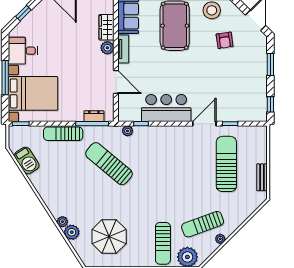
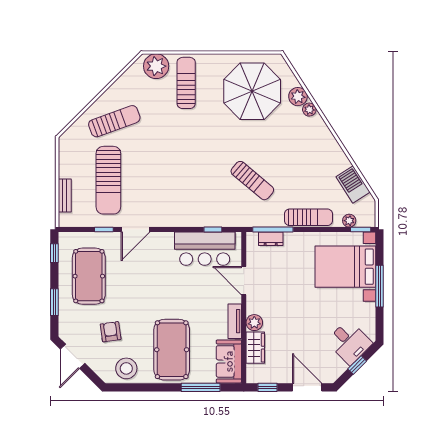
desk: (23, 51) -> (349, 342), moved, turned 45
pool table: (242, 86) -> (89, 276), added
bar counter: (166, 108) -> (205, 249), moved
plant: (128, 131) -> (349, 221), moved
sun lounger: (109, 164) -> (252, 181), width x0.73, depth x0.75
bench: (262, 177) -> (65, 195), moved
sun lounger: (203, 224) -> (114, 121), moved
parasol: (109, 237) -> (252, 91), width x1.36, depth x1.36
plant: (220, 239) -> (116, 88), removed

